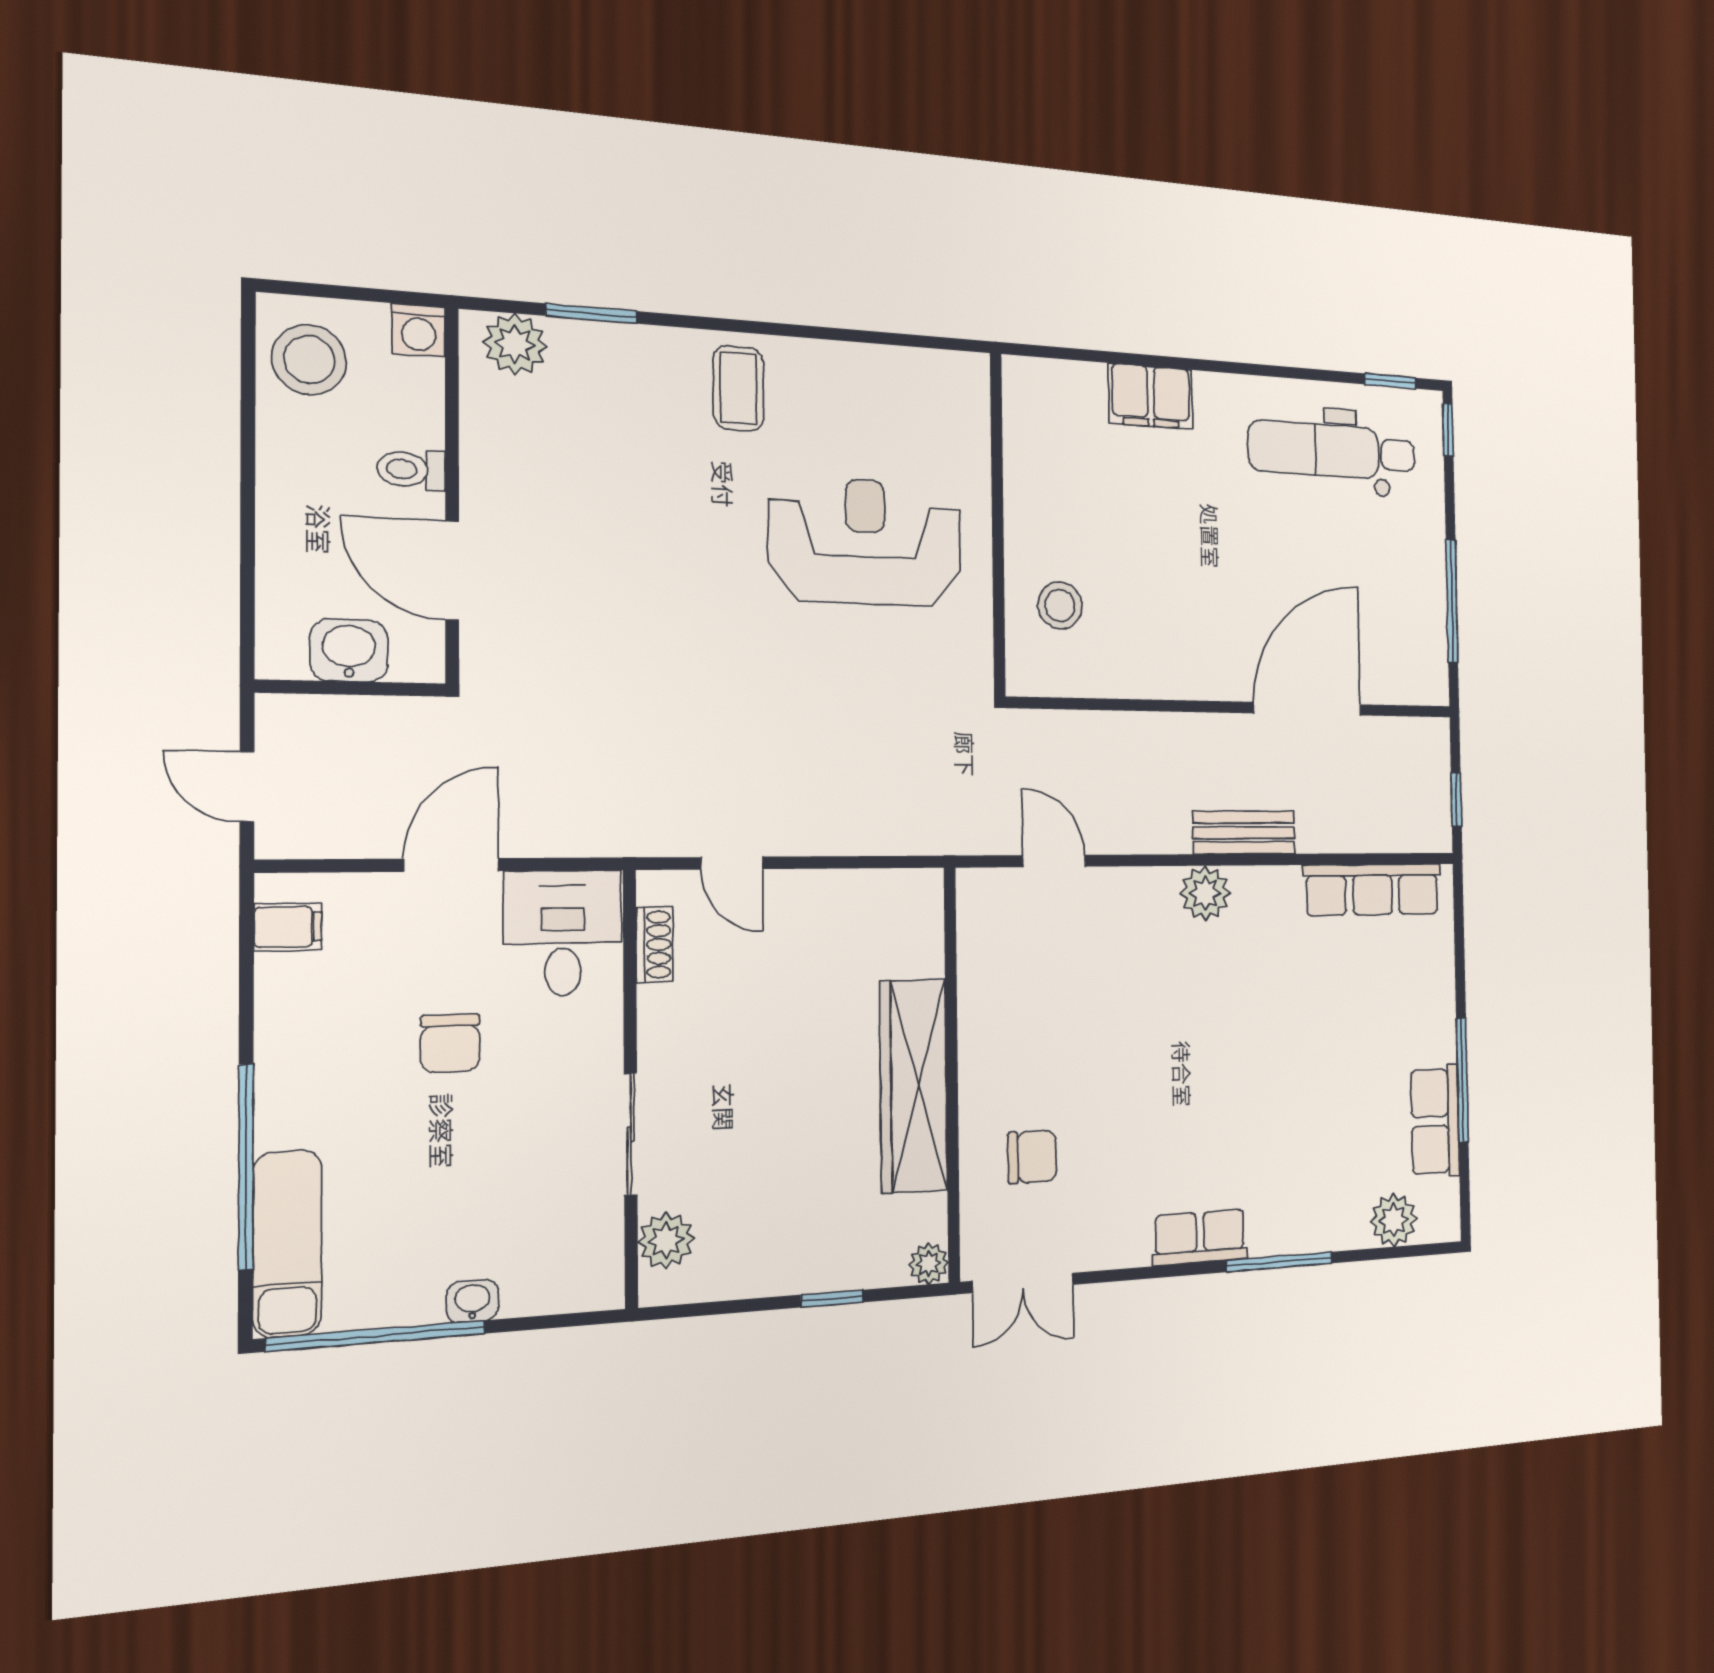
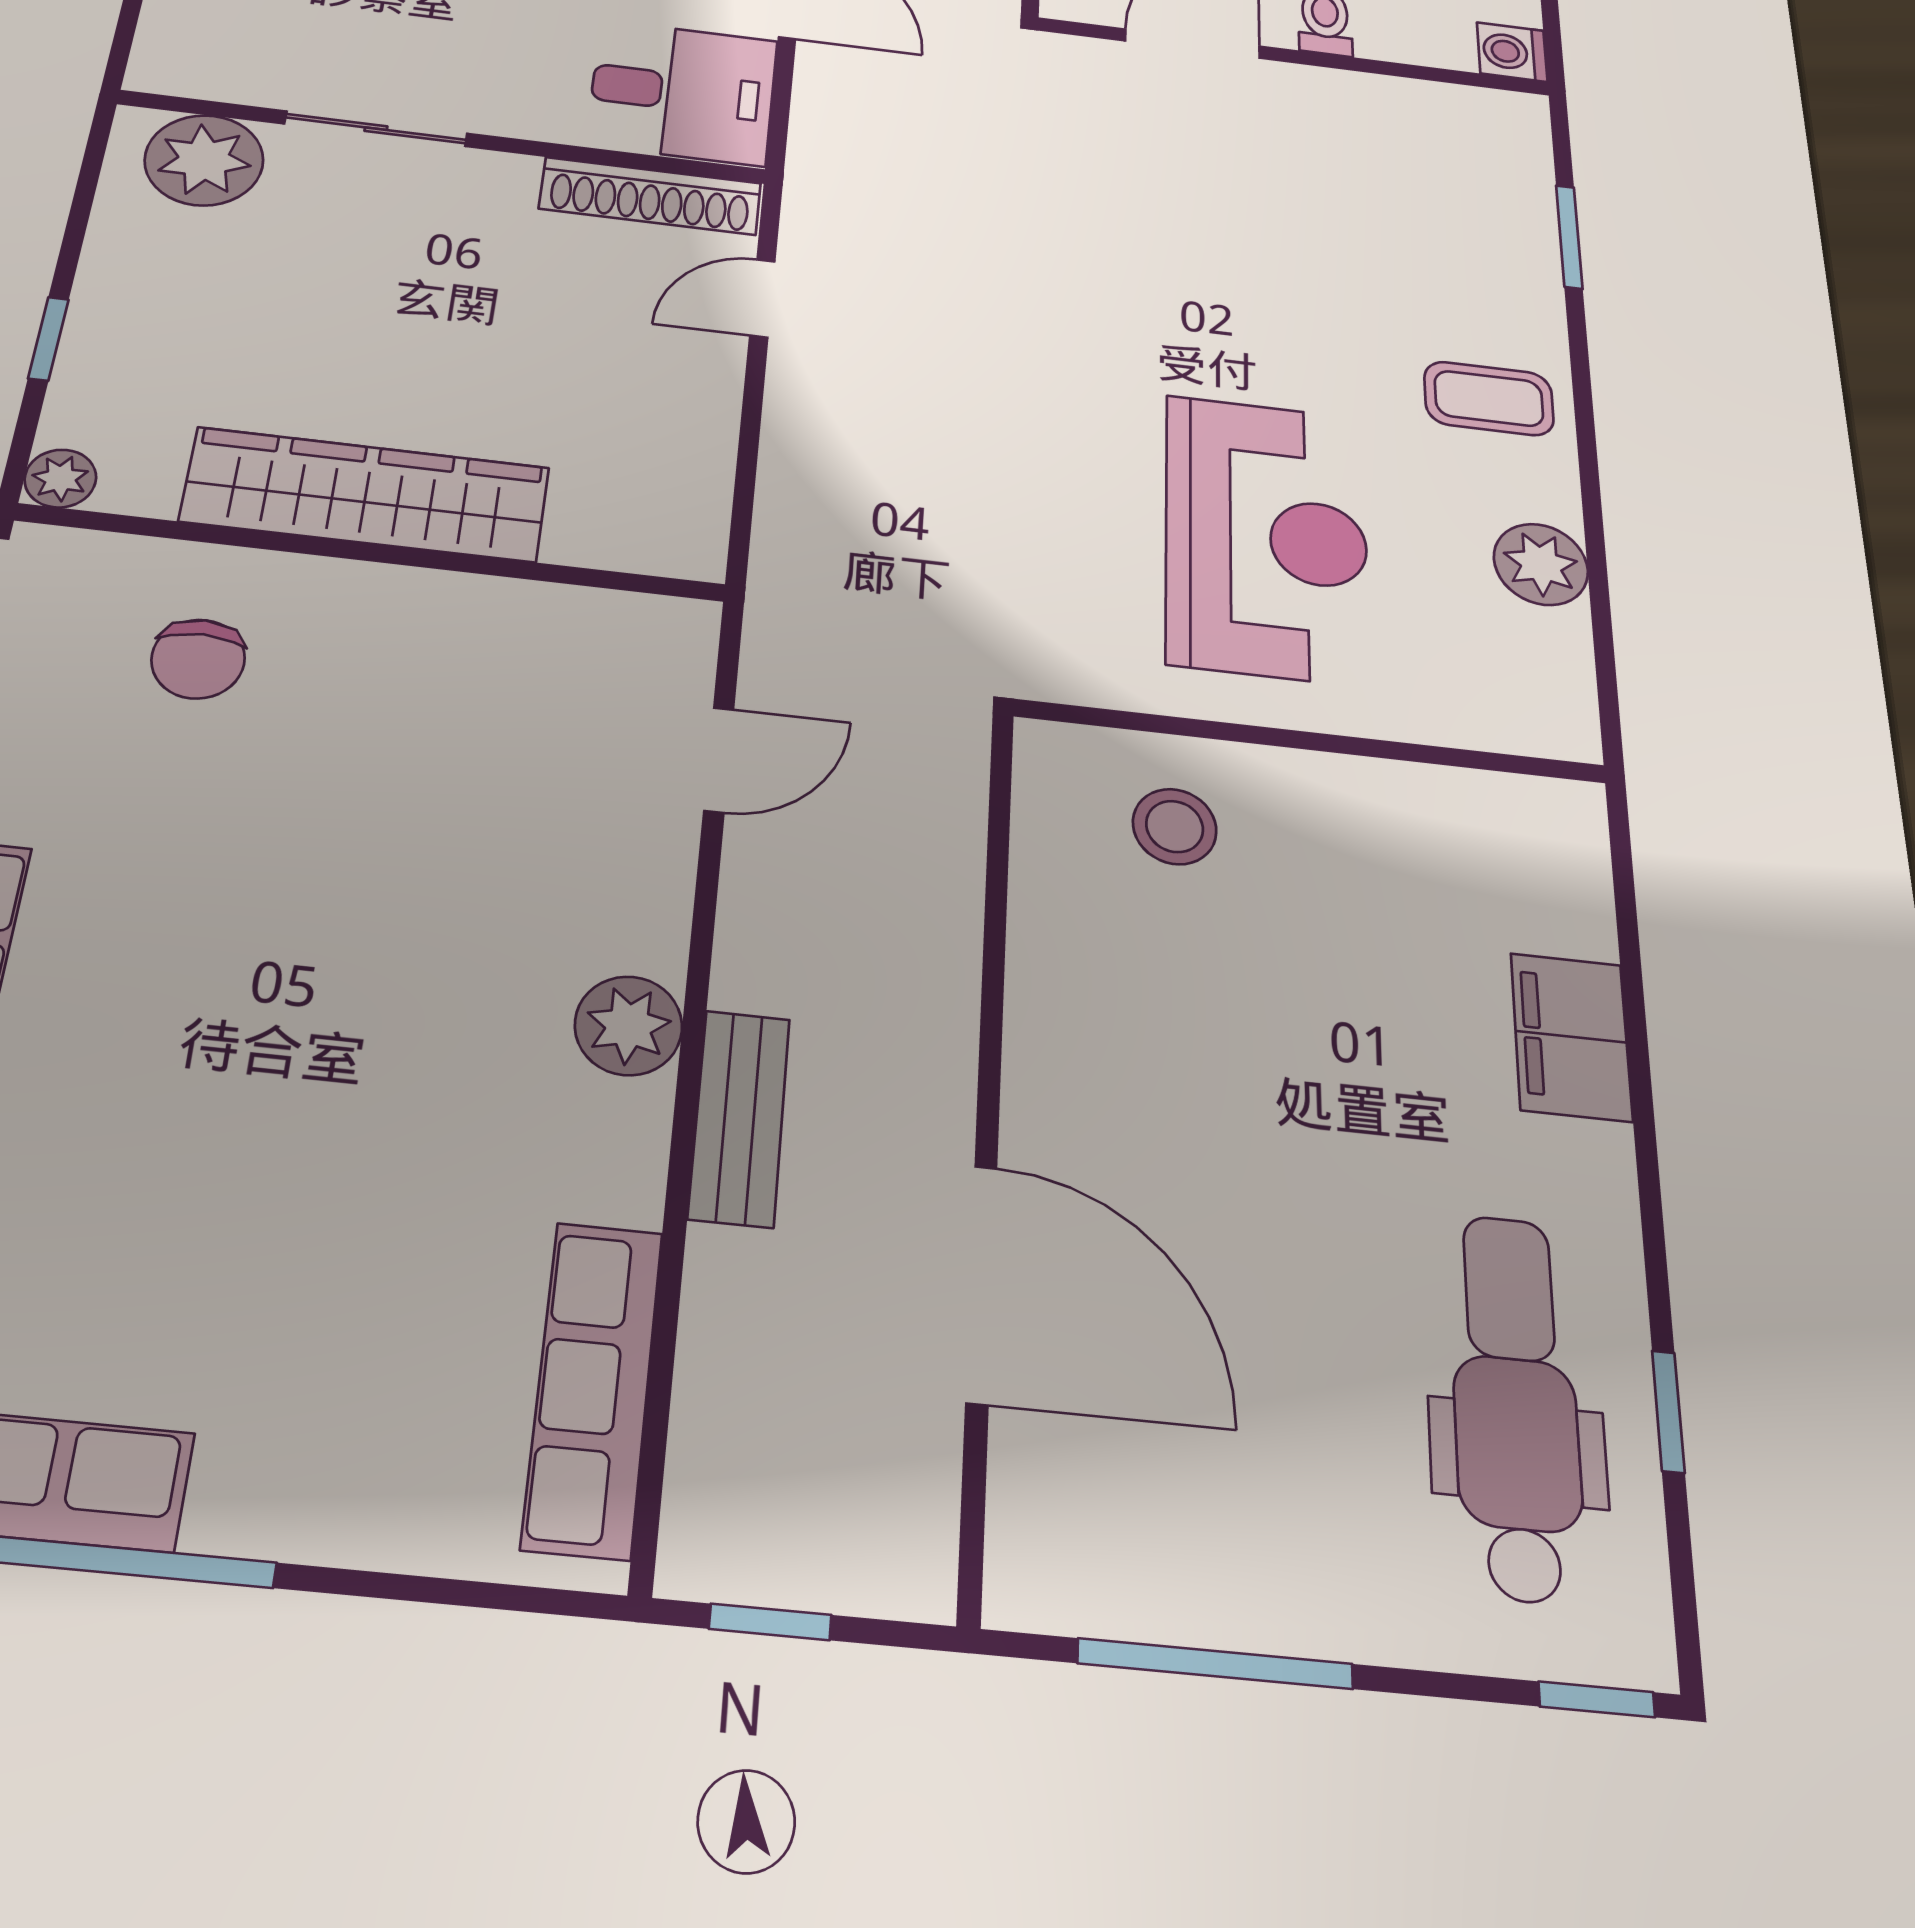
plant: (515, 344) -> (1541, 564), moved
window: (1390, 381) -> (1668, 1411), moved
shoe rack: (654, 945) -> (650, 196), width x1.94, depth x1.24
plant: (666, 1240) -> (204, 160), width x1.36, depth x1.36

